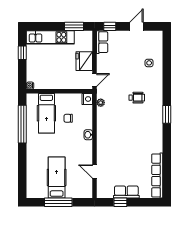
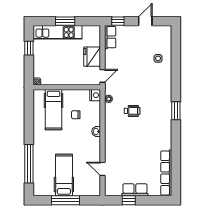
window: (74, 26) -> (65, 21), moved
wheelchair: (137, 98) -> (132, 111), moved
window: (22, 124) -> (29, 164), moved

